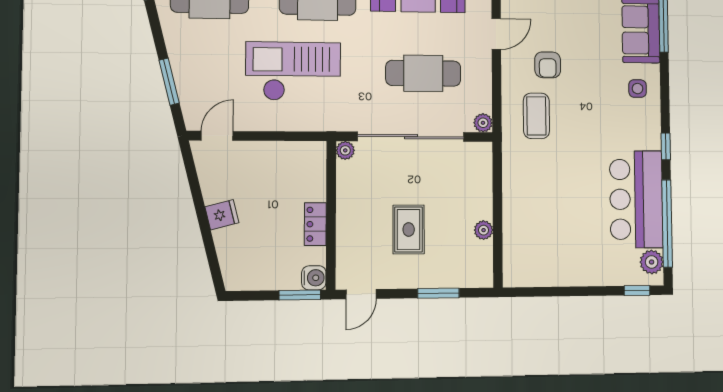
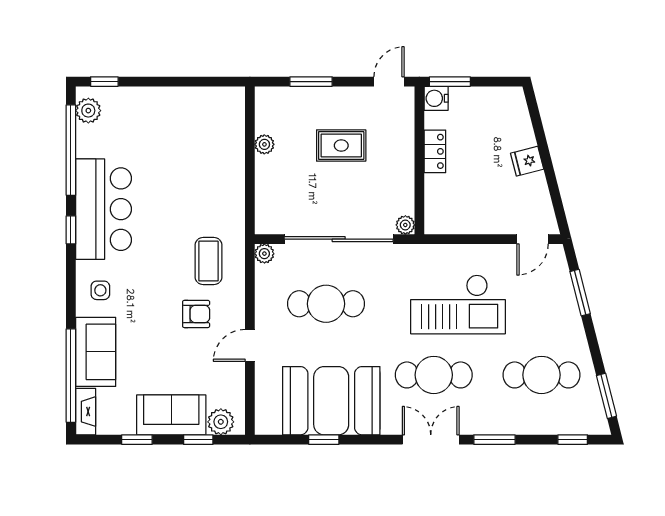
armchair: (548, 65) -> (196, 314), turned 90
bar counter: (636, 199) -> (104, 209), moved
rug: (409, 229) -> (341, 145), turned 90

